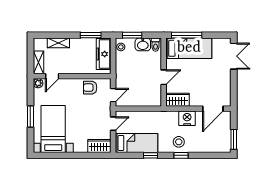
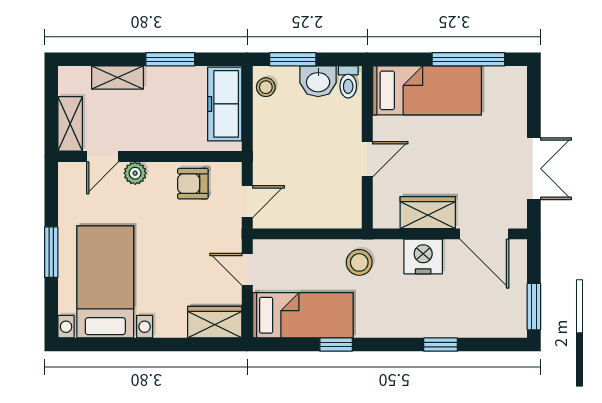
window: (91, 35) -> (170, 59), moved
window: (187, 35) -> (468, 59), moved
double door: (234, 56) -> (534, 169), moved
plant: (38, 83) -> (135, 173), moved
wardrobe: (177, 100) -> (428, 213), moved
door: (213, 109) -> (484, 234), hinge flipped
door: (113, 124) -> (247, 269), swing flipped
stool: (179, 142) -> (359, 262), moved
window: (181, 155) -> (441, 345), moved

